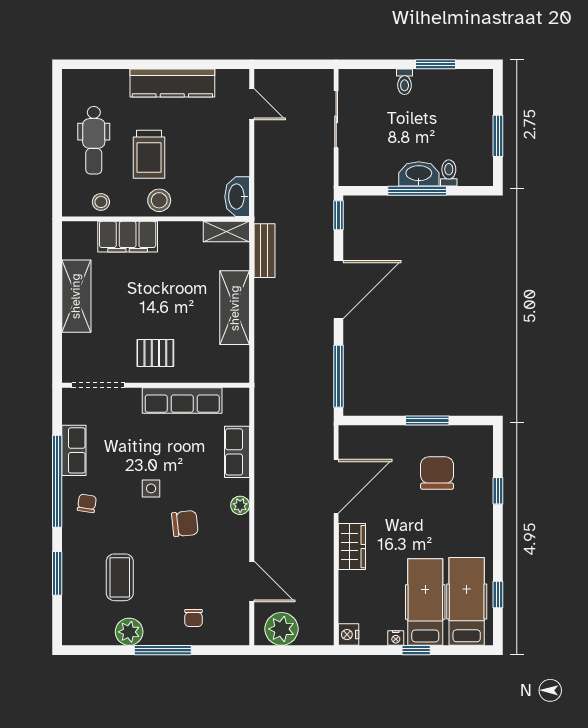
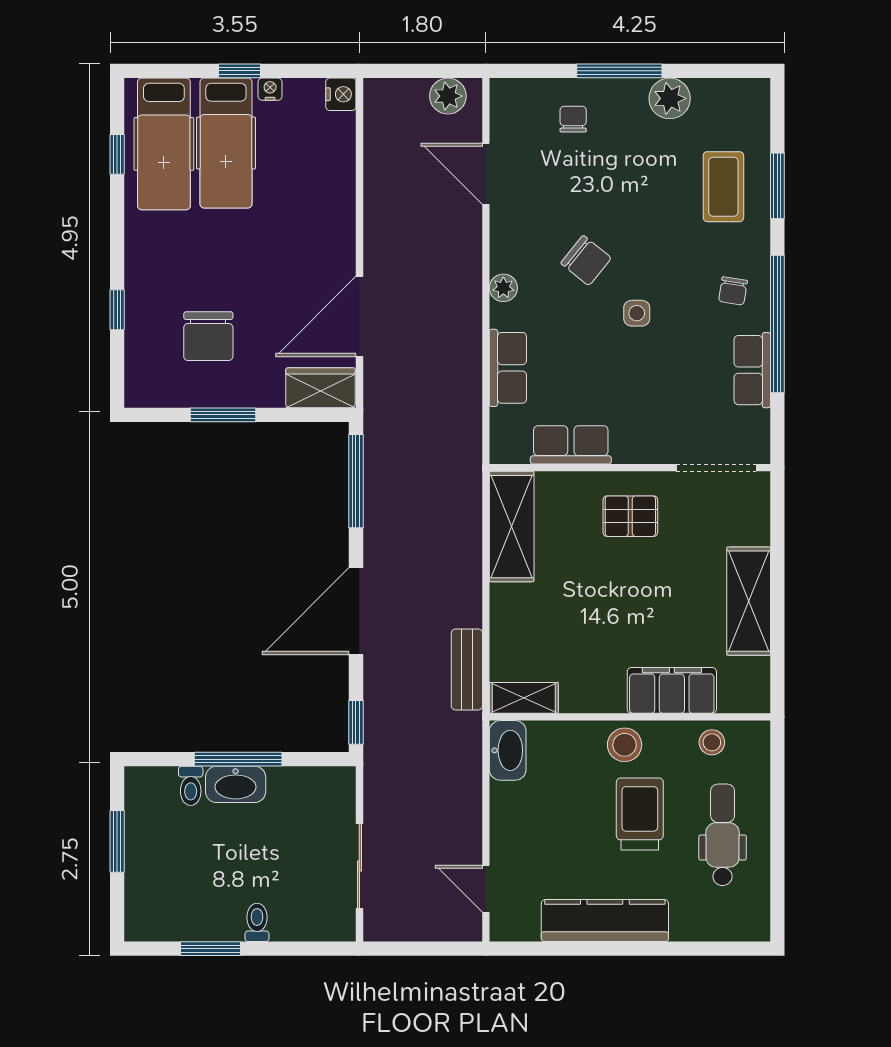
shelving: (235, 308) -> (512, 527), moved
row of seats: (182, 401) -> (571, 445), width x0.68
chair: (185, 524) -> (586, 261), turned -135
wardrobe: (352, 547) -> (320, 388), moved, turned 90
coffee table: (120, 577) -> (723, 187), moved
plant: (281, 629) -> (448, 96), width x0.73, depth x0.73

